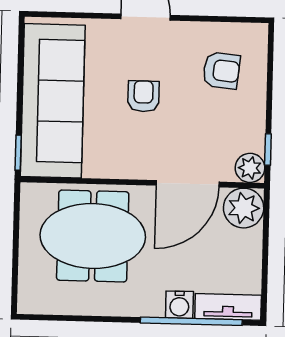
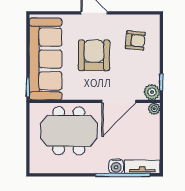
armchair: (143, 96) -> (94, 55), width x1.88, depth x1.88
plant: (244, 208) -> (154, 109), width x0.53, depth x0.53

